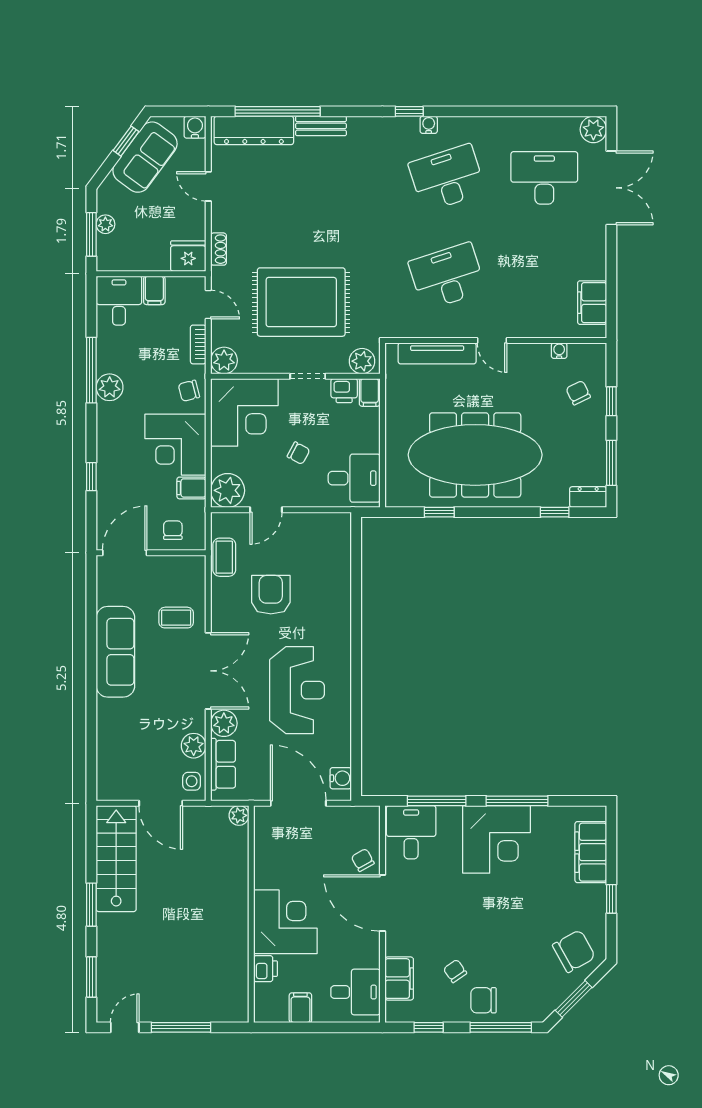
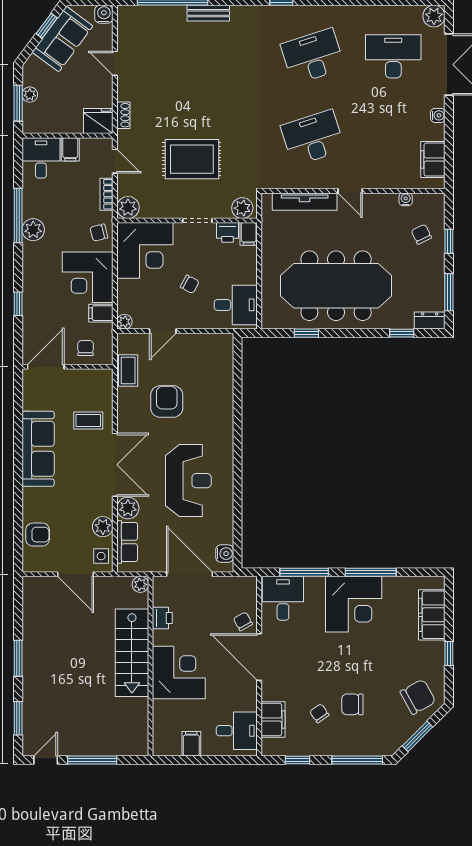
water cooler: (429, 125) -> (438, 115), moved, turned 90
dresser: (254, 130) -> (153, 17), removed
rug: (301, 302) -> (192, 159), width x0.73, depth x0.69
plant: (228, 490) -> (124, 322), width x0.53, depth x0.53
armchair: (115, 755) -> (38, 535), added
stairs: (116, 859) -> (132, 653), moved, turned 180
printer: (266, 969) -> (162, 618), moved
chair: (484, 1000) -> (352, 704), moved

